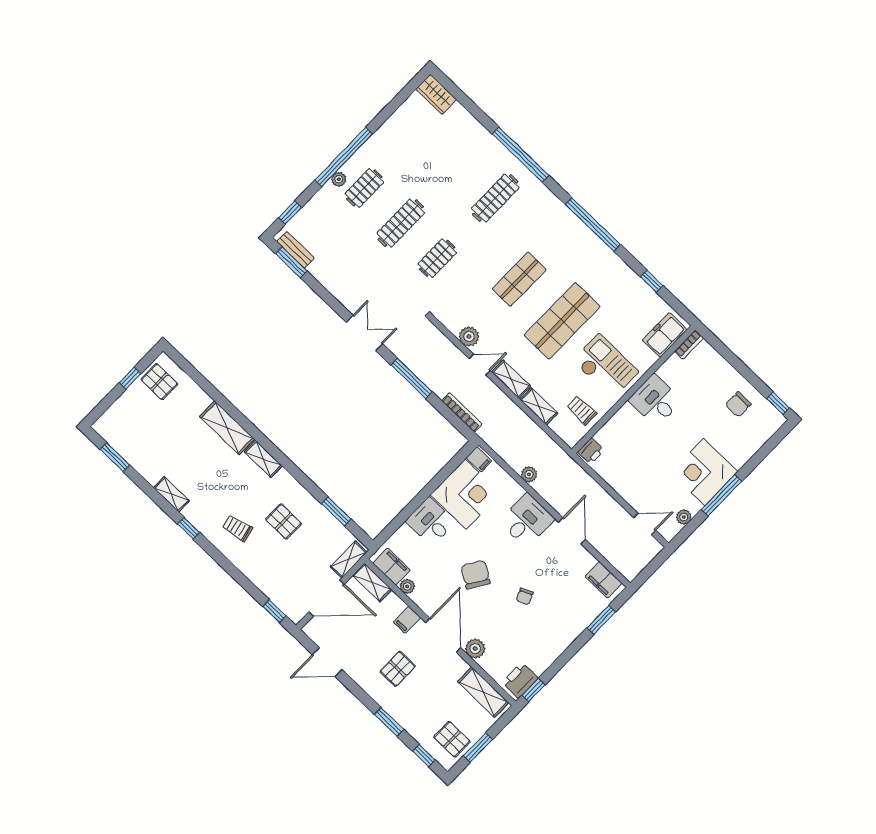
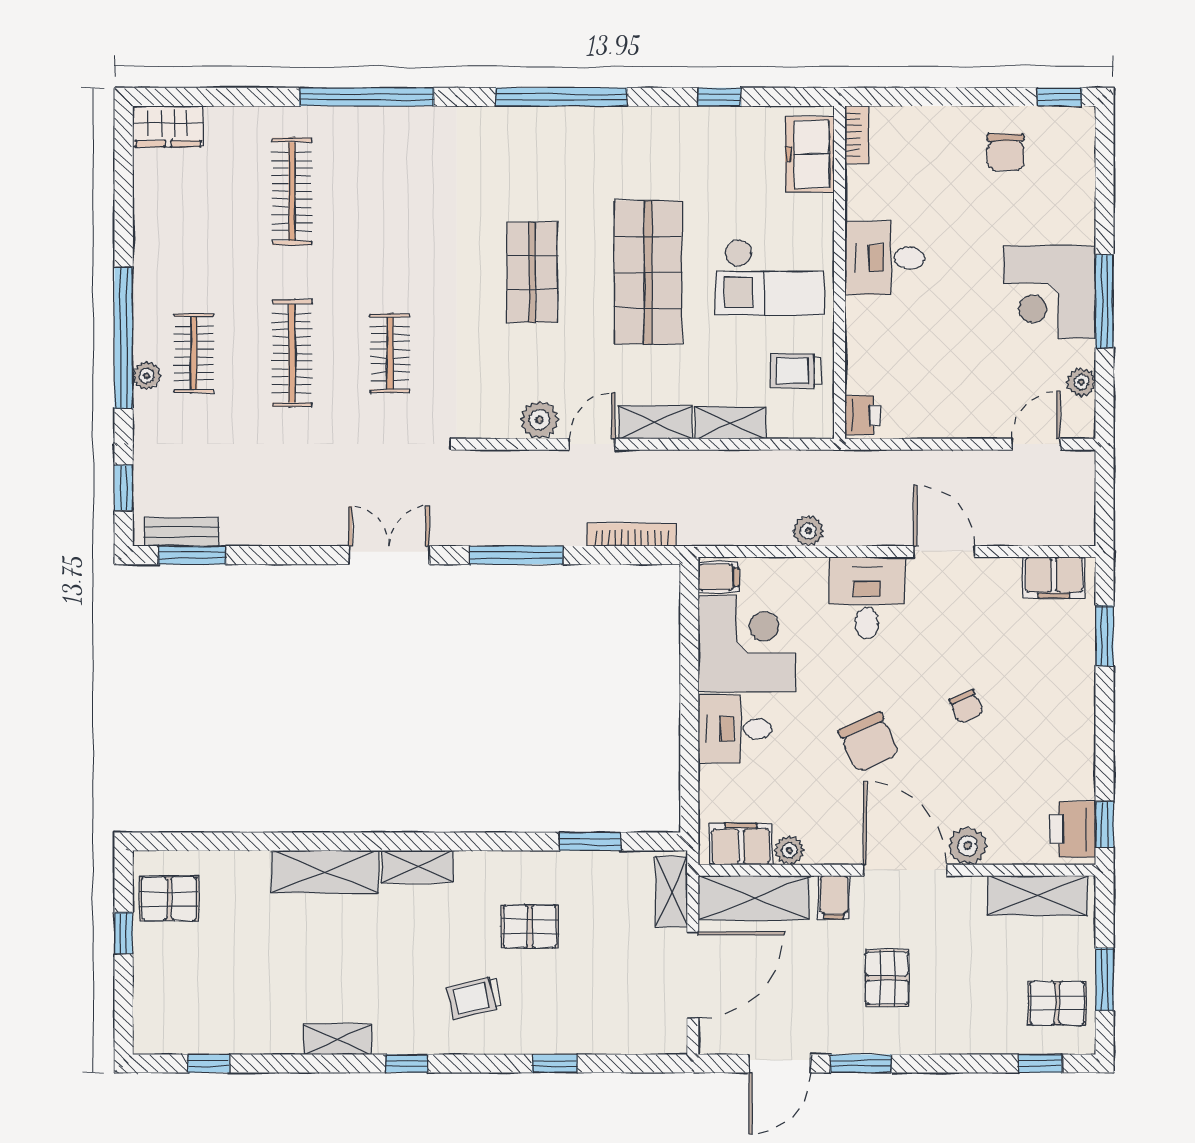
clothes rail: (495, 198) -> (292, 191), moved
checkout: (606, 366) -> (770, 277), turned 180
window: (115, 457) -> (209, 1063), width x0.67
chair: (476, 575) -> (869, 742), turned -146
shelving: (372, 583) -> (754, 898), width x1.50, depth x1.33
window: (274, 611) -> (555, 1063), moved
window: (389, 722) -> (861, 1063), moved

